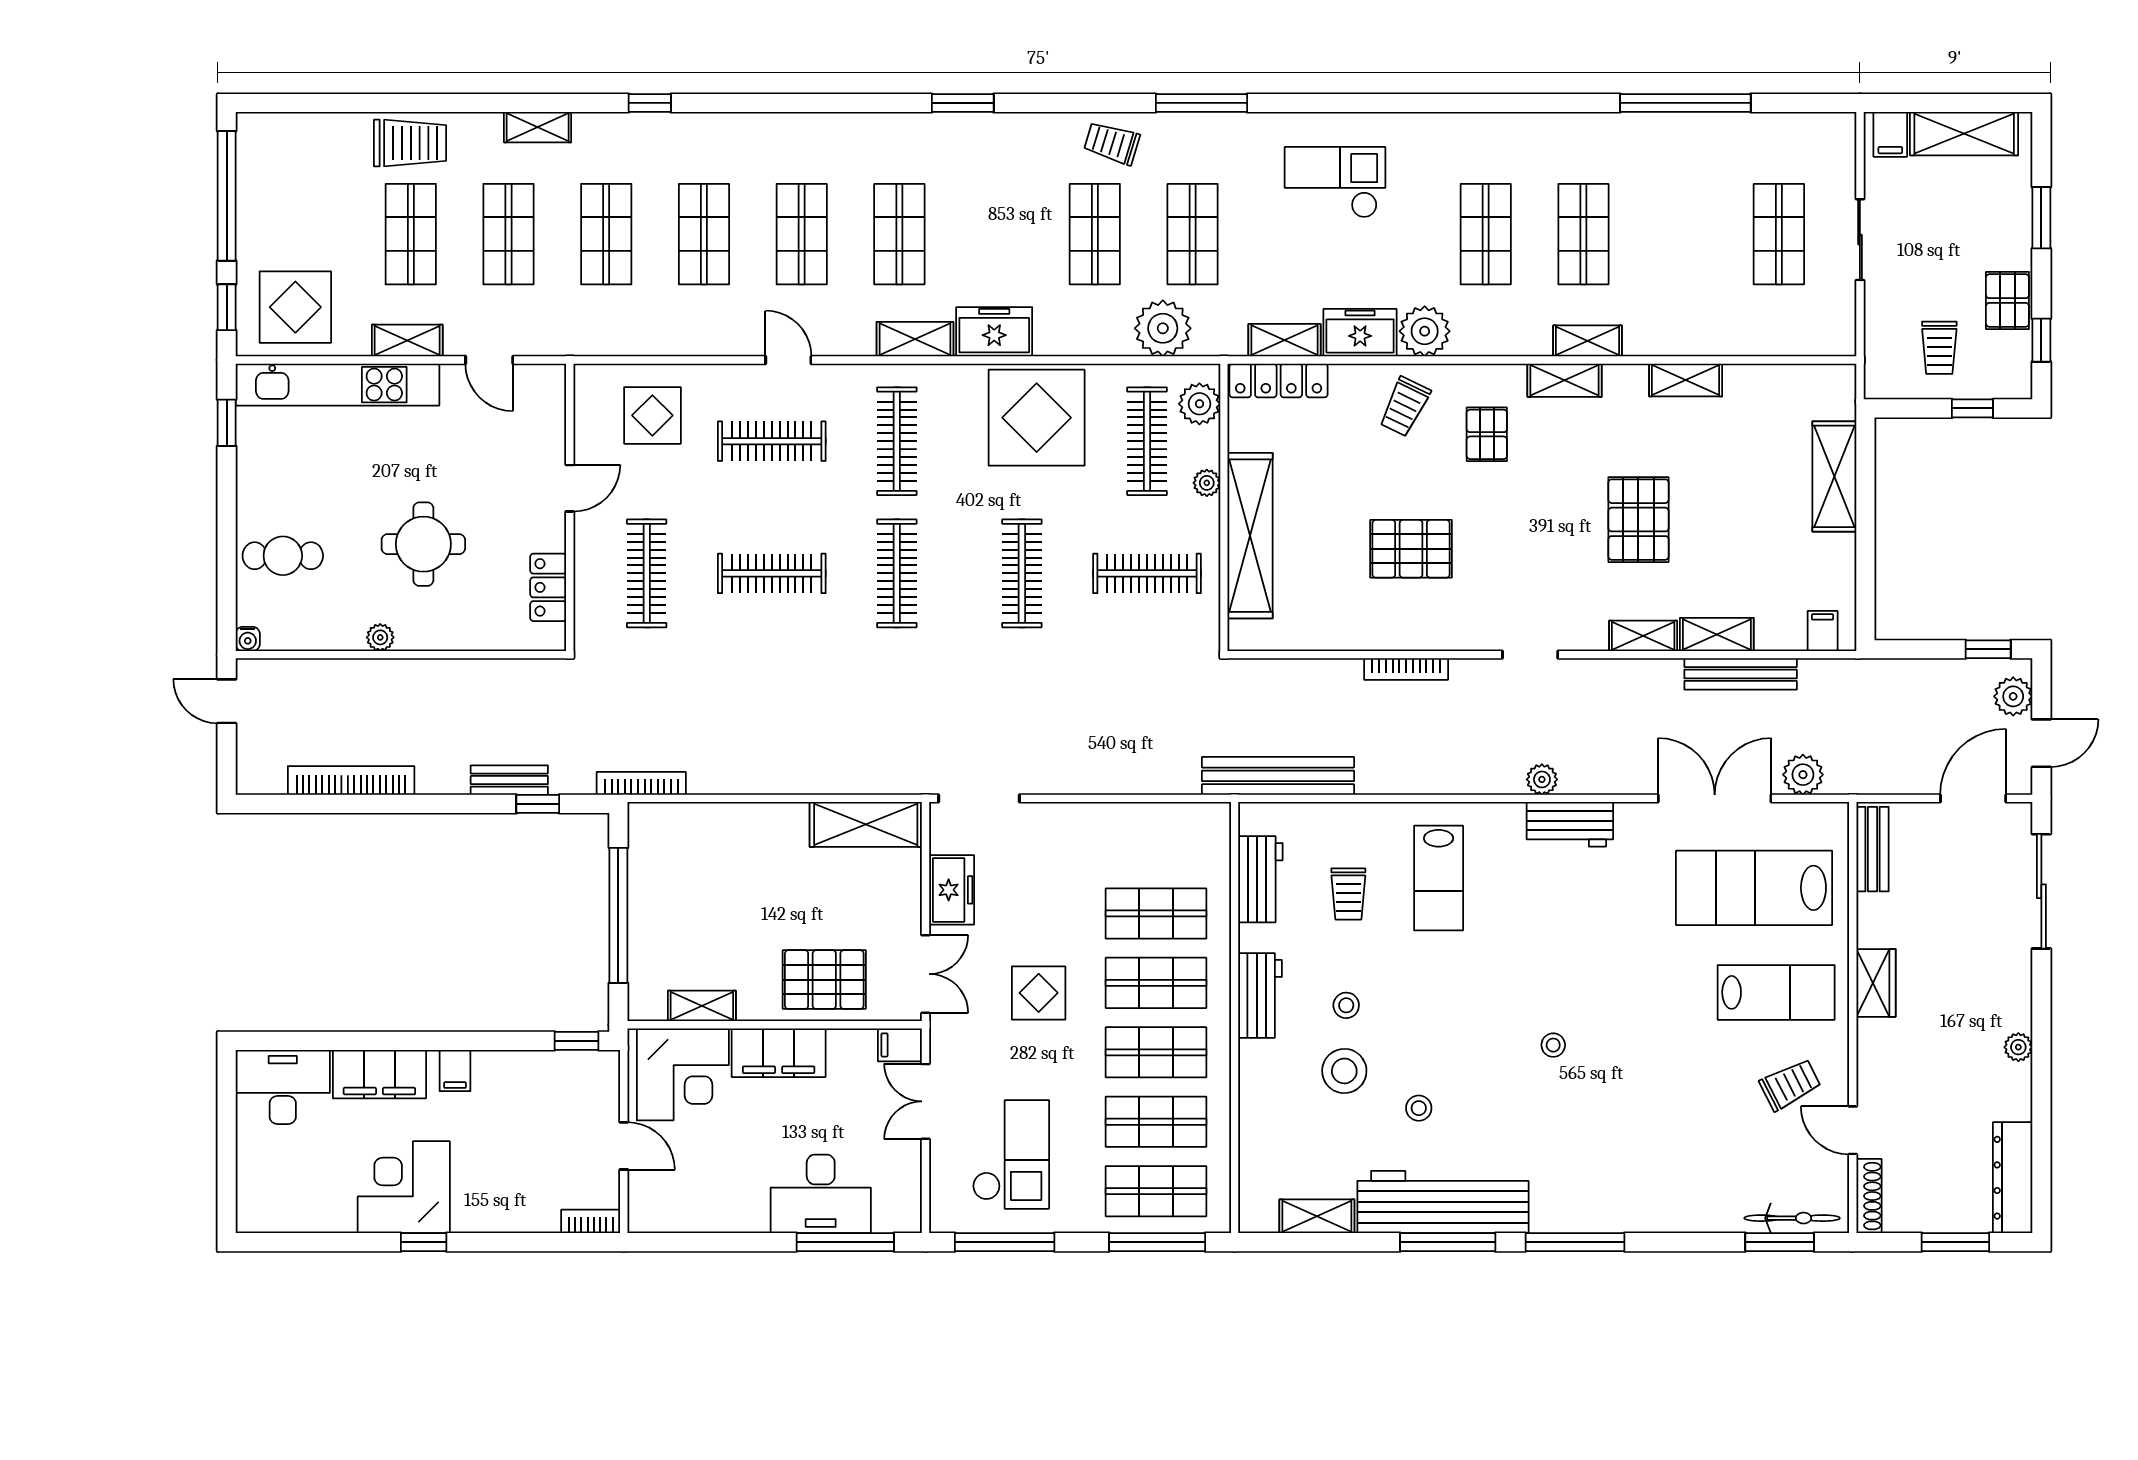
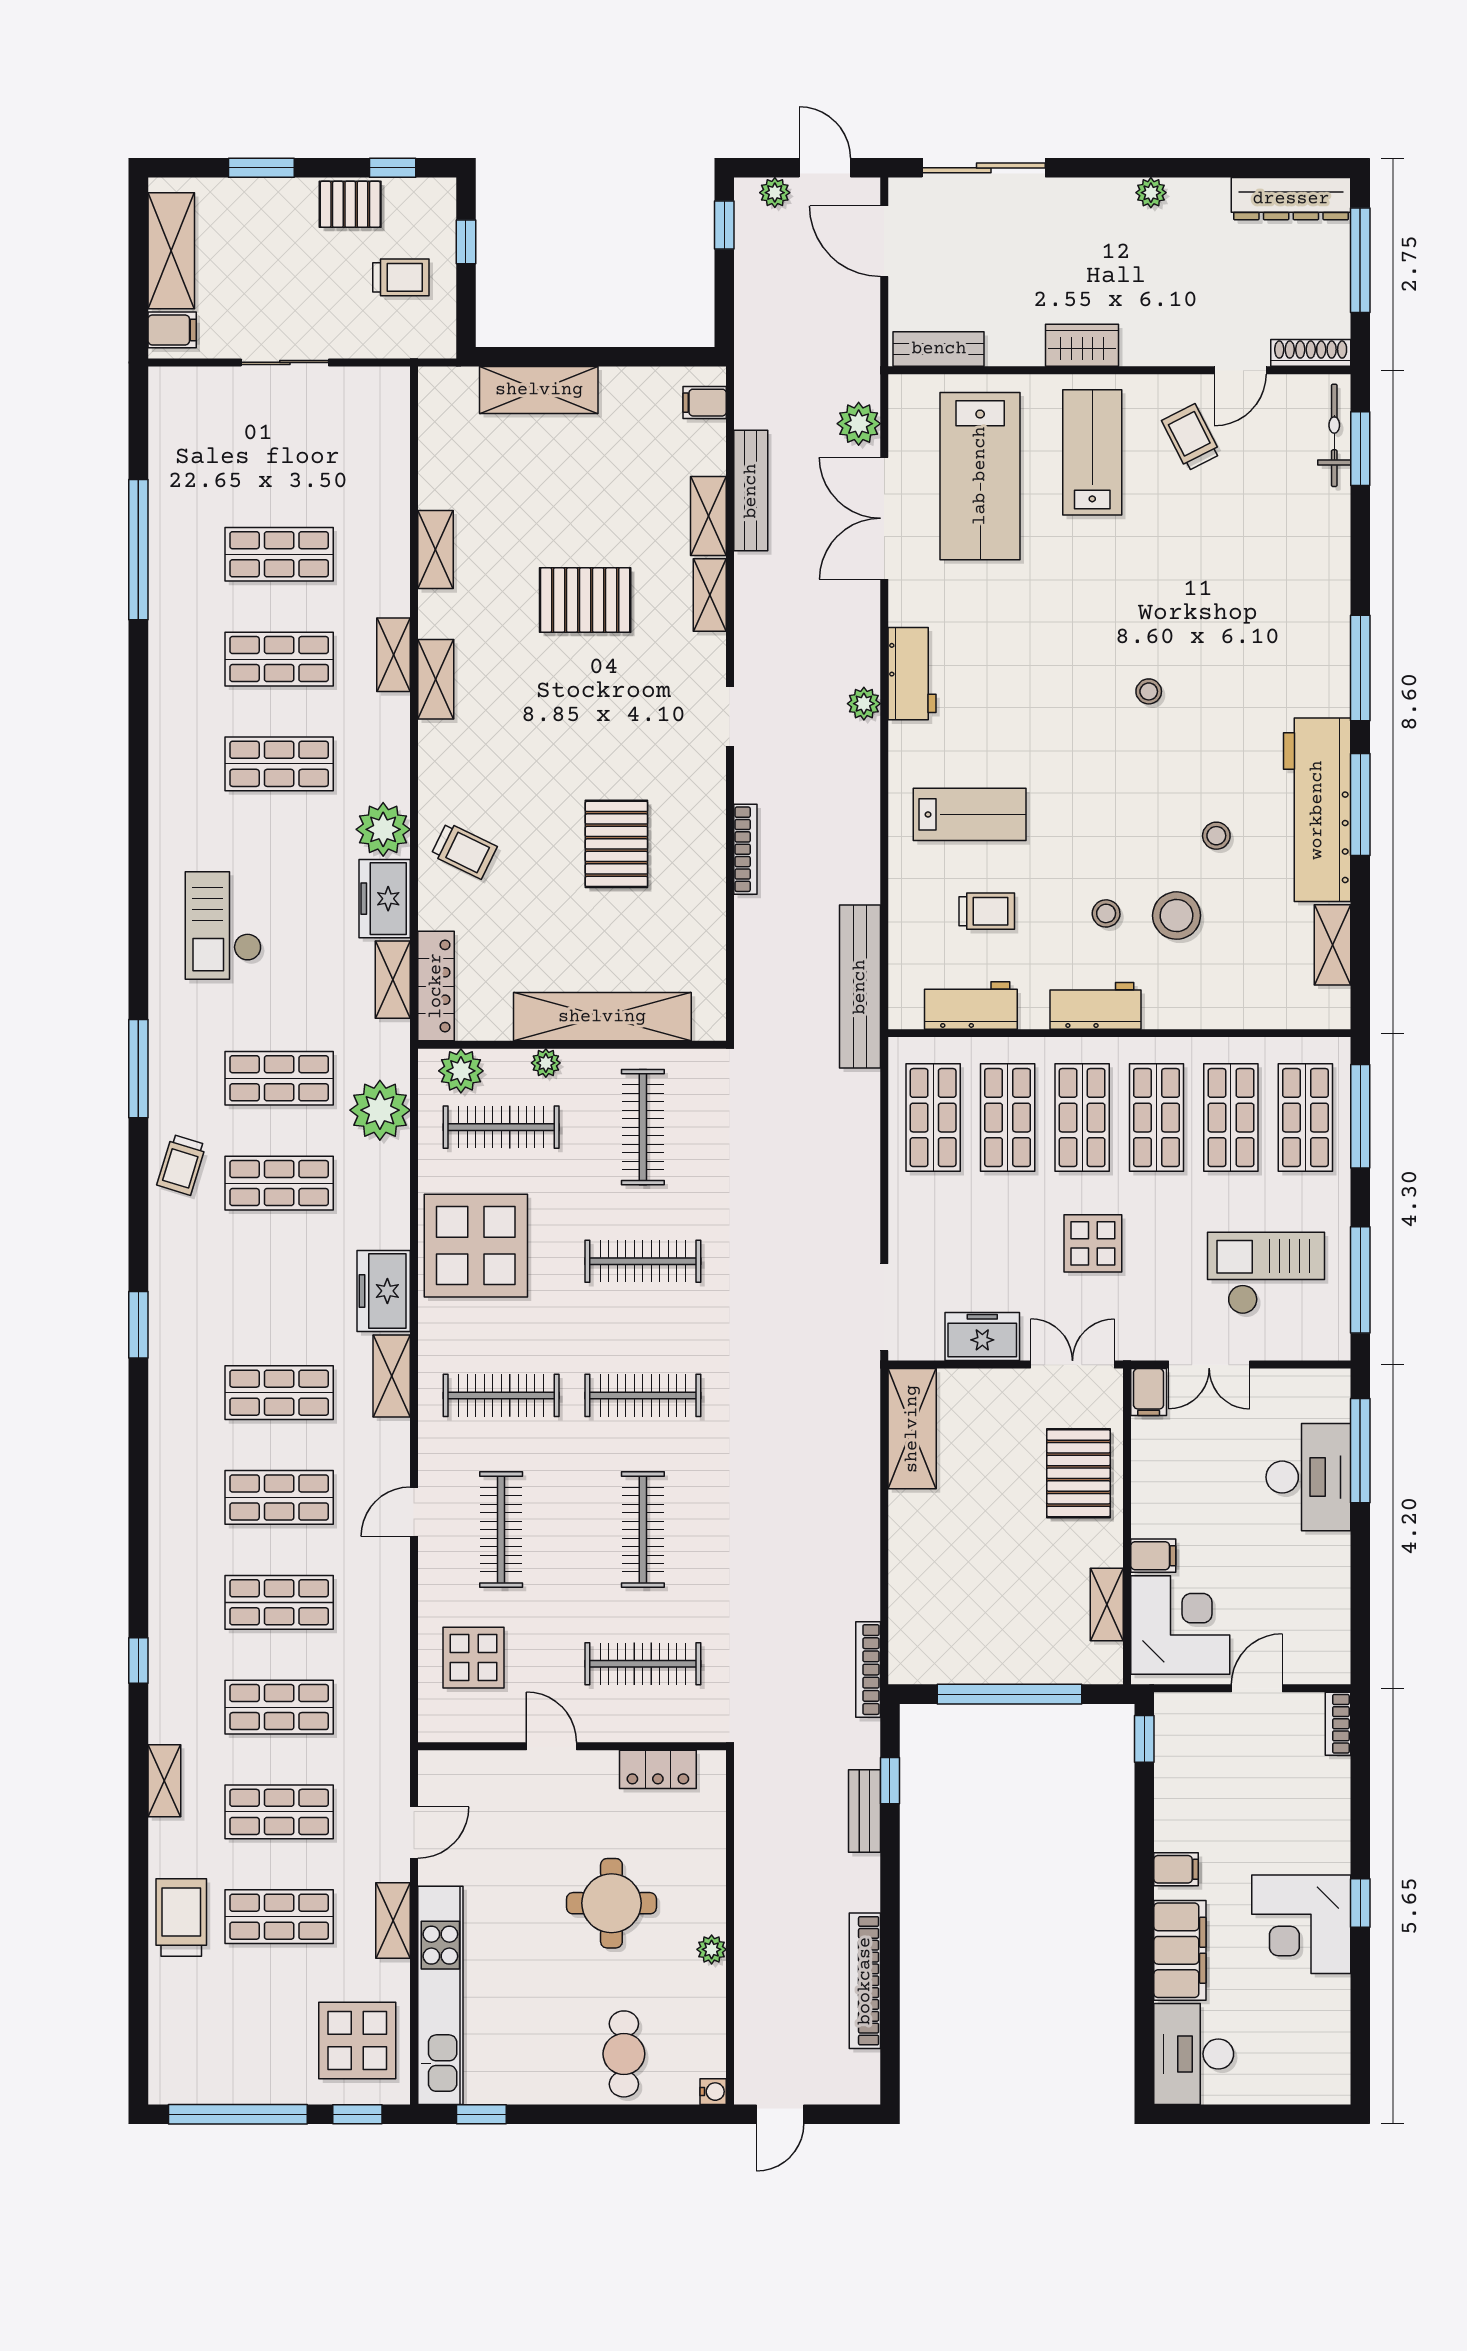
shop shelf: (1779, 234) -> (279, 554), moved
pallet: (1487, 434) -> (494, 763), removed
plant: (2013, 696) -> (775, 193), width x0.73, depth x0.73
shop shelf: (1156, 844) -> (933, 1118), added
filing cabinet: (779, 1053) -> (1153, 1556), width x0.33, depth x0.86
window: (1955, 1242) -> (1360, 260), width x1.44

